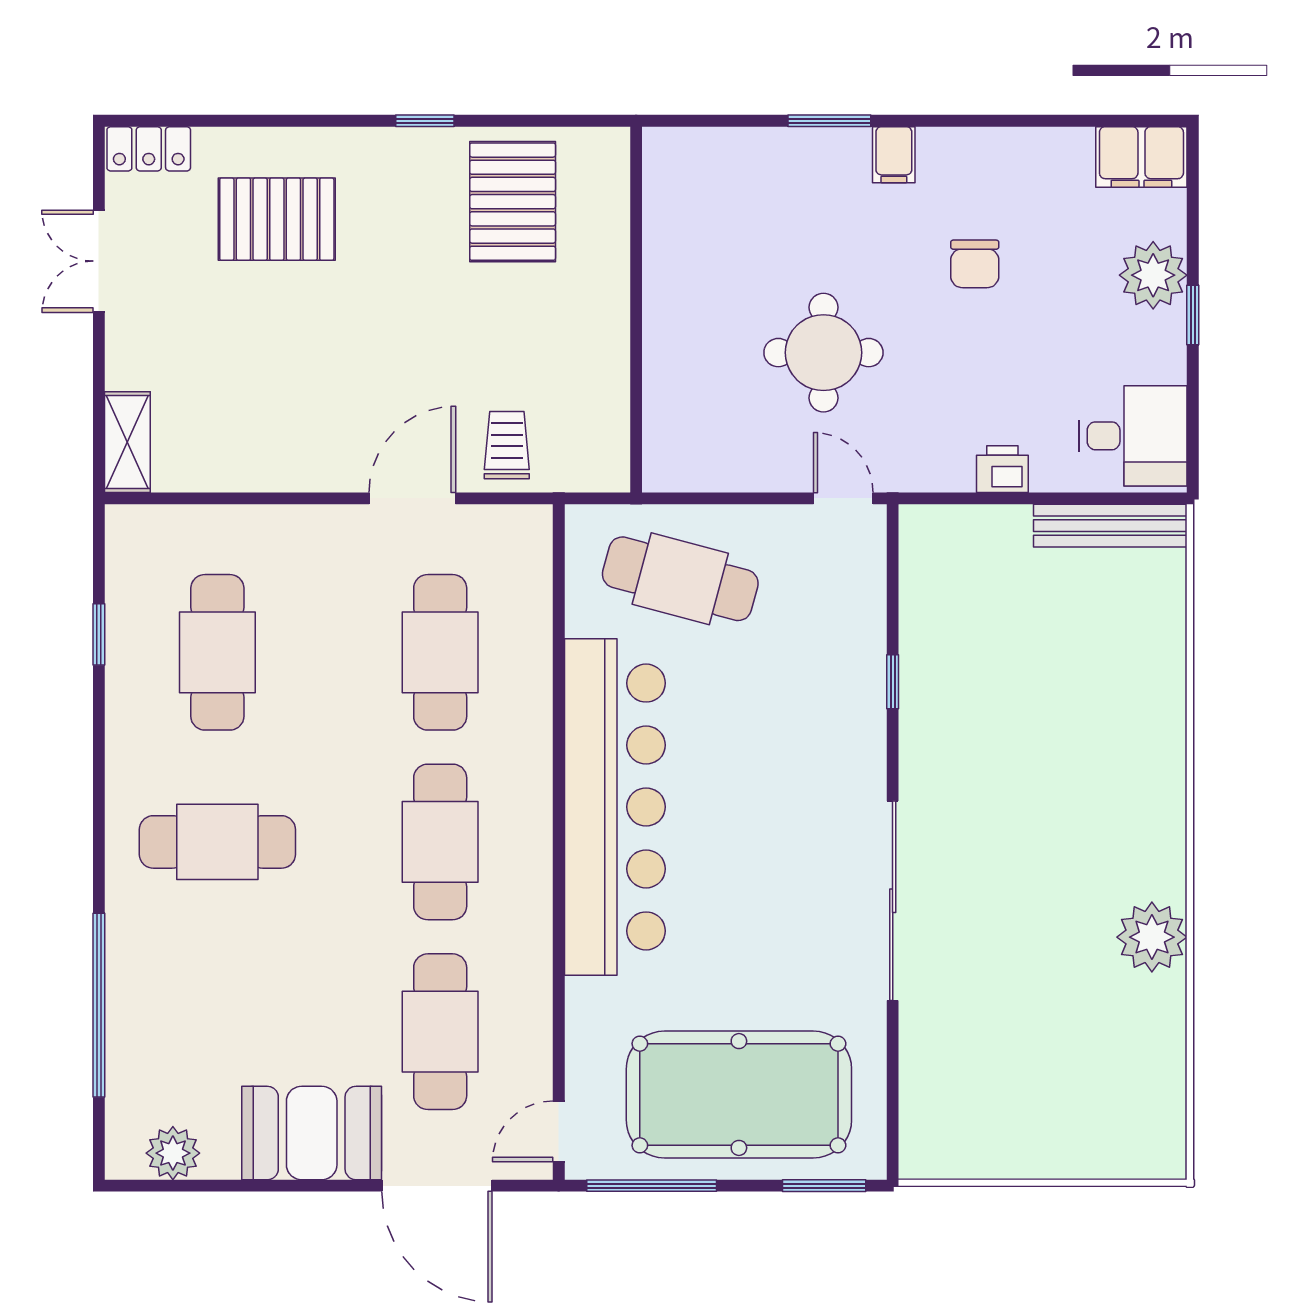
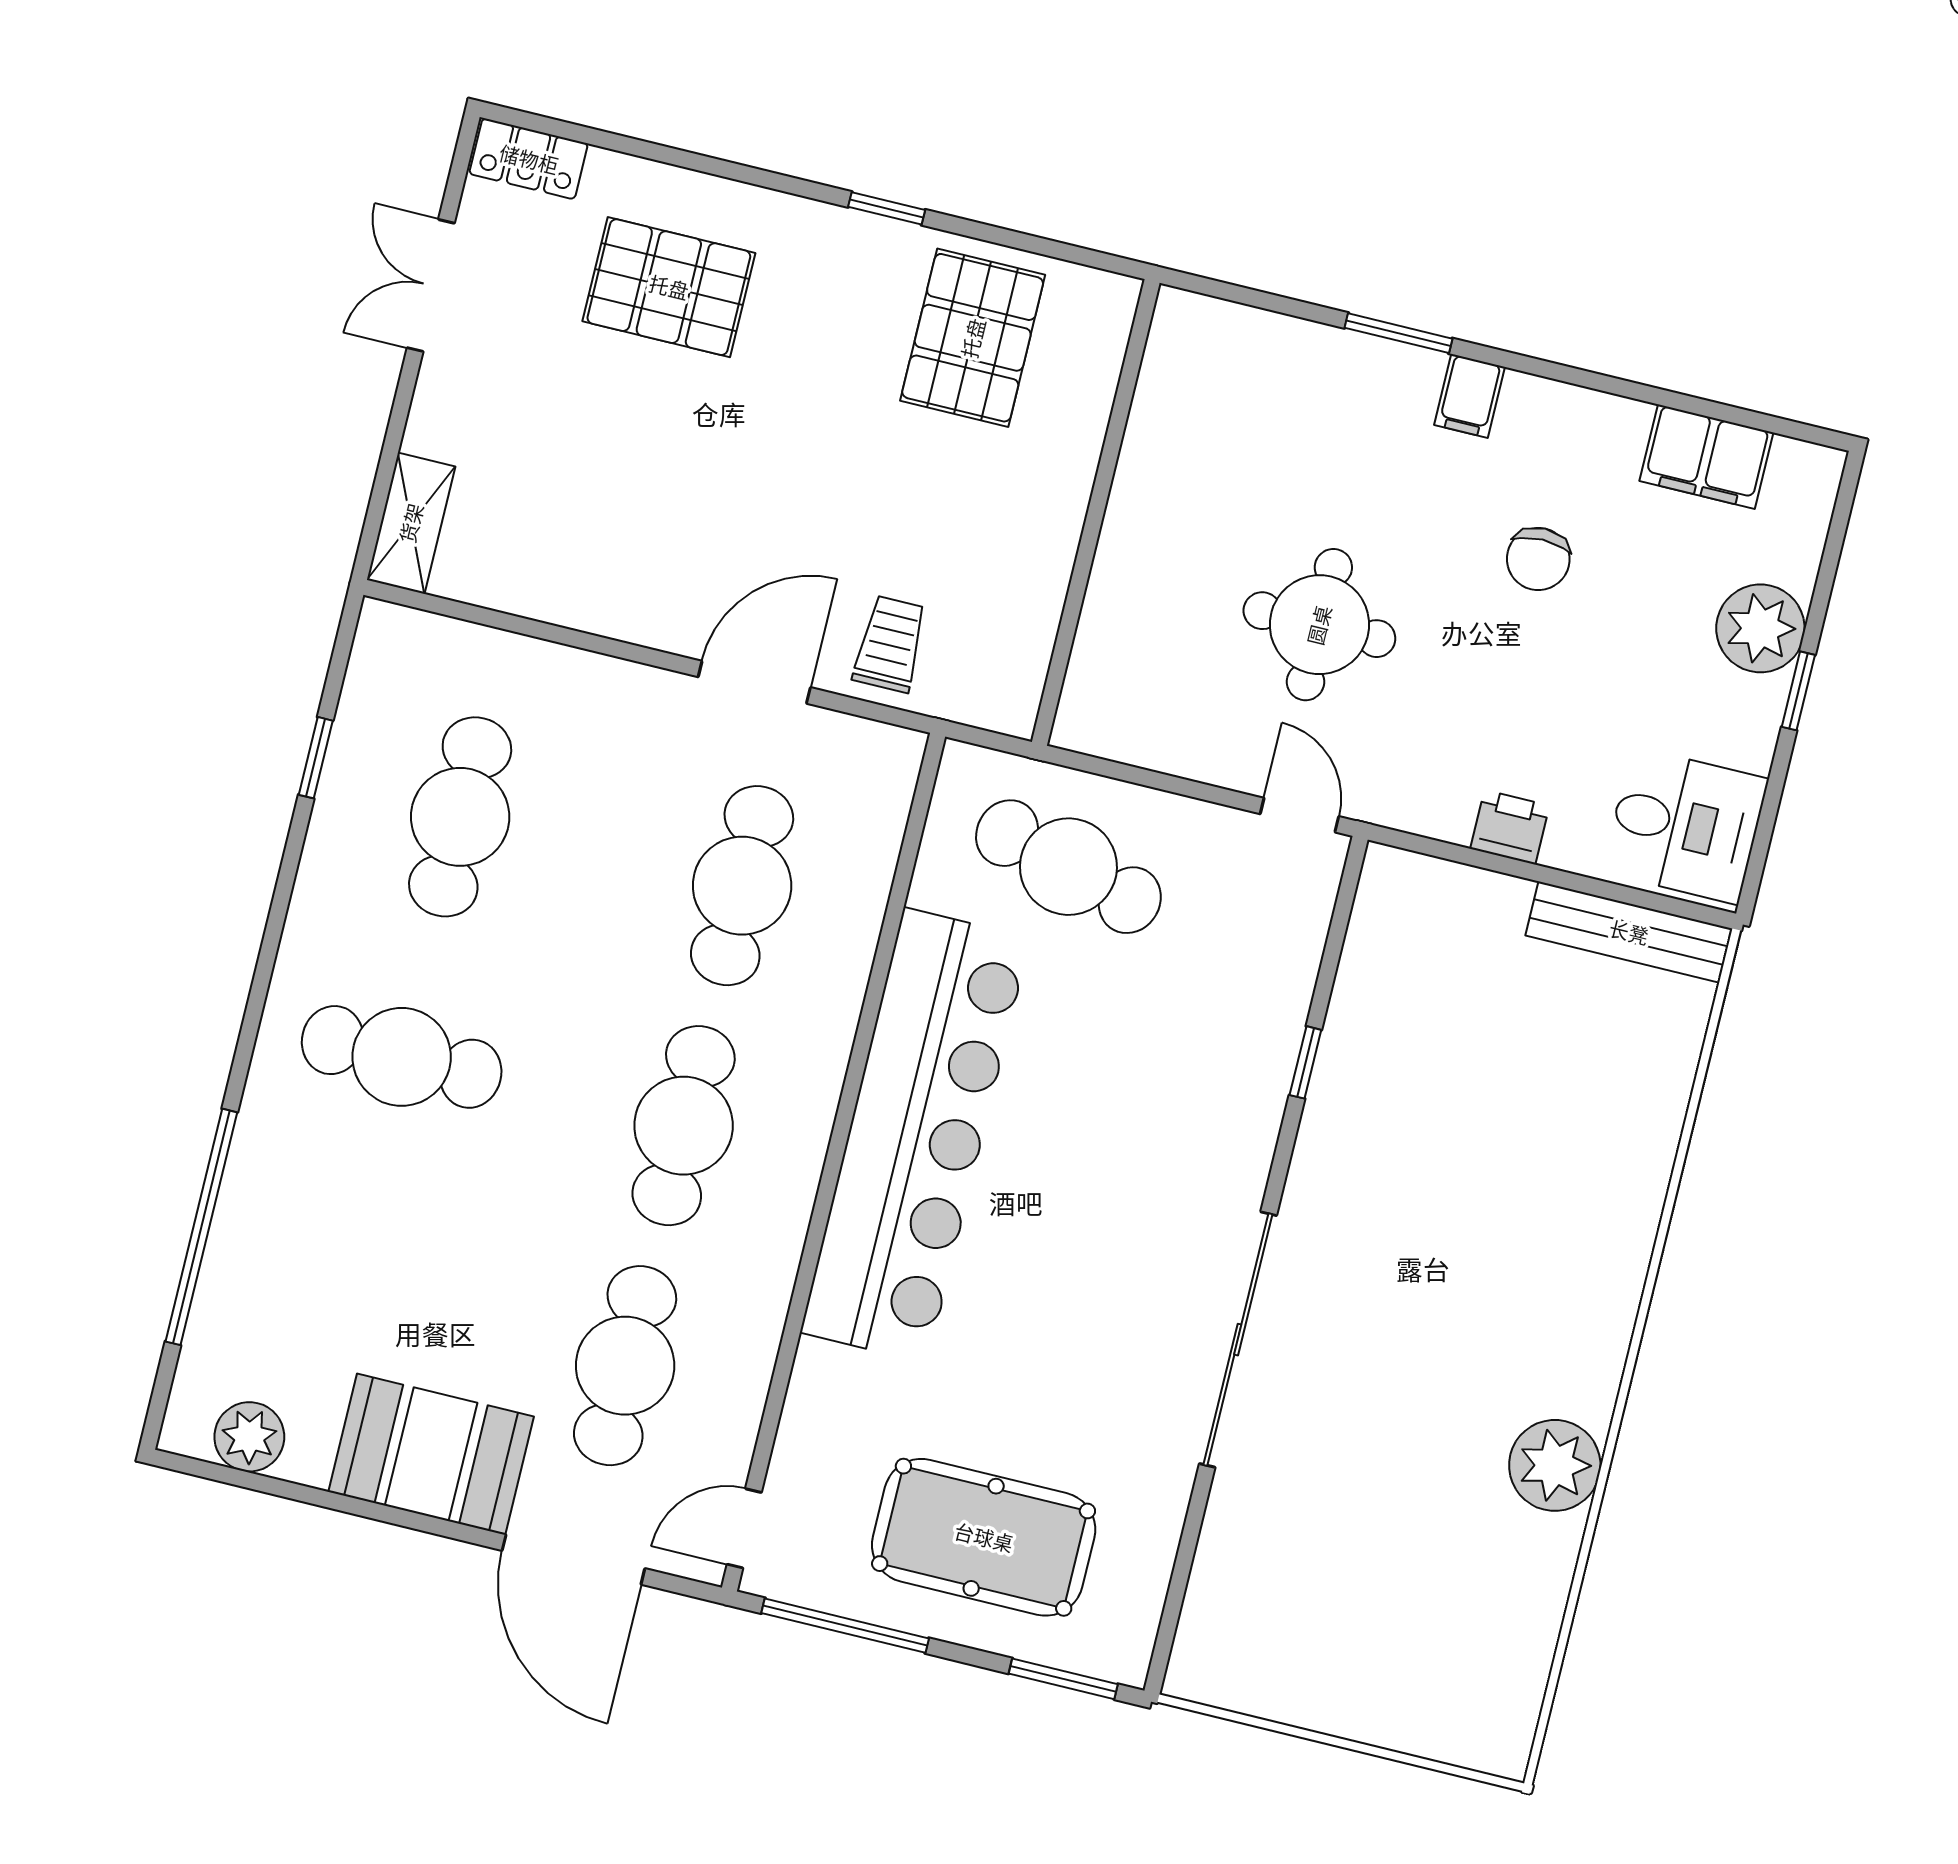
filing cabinet: (1141, 157) -> (1706, 457), moved
pool table: (739, 1094) -> (984, 1537), width x0.73, depth x0.76

